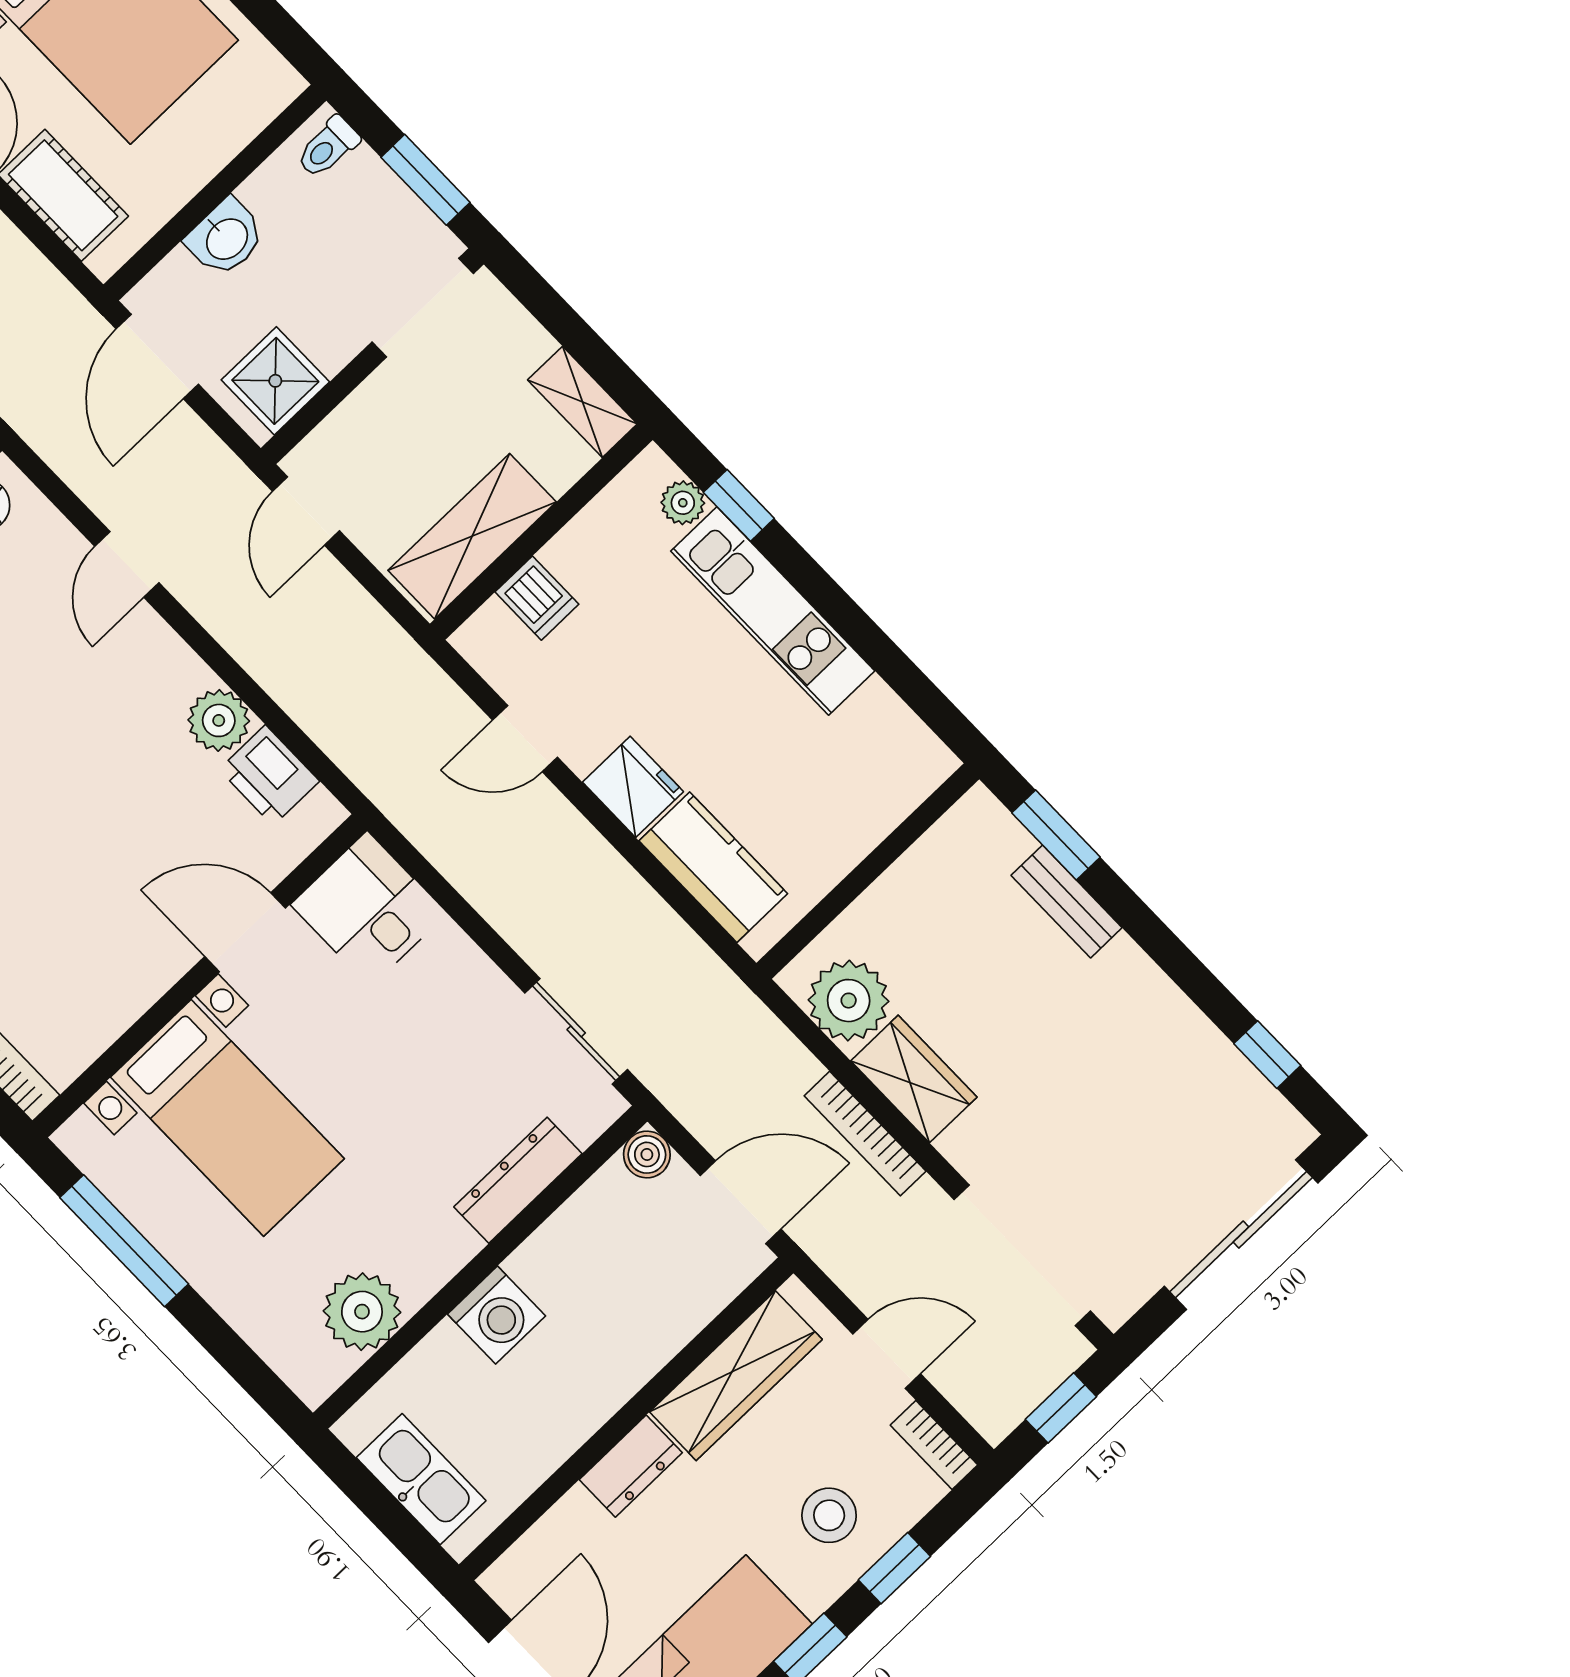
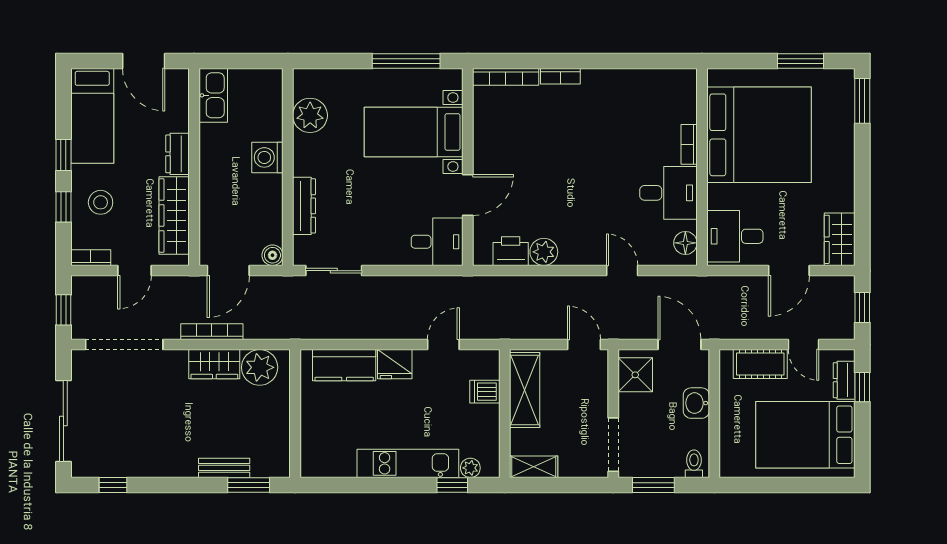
kitchen sink: (421, 1479) -> (213, 95), moved, turned -90

